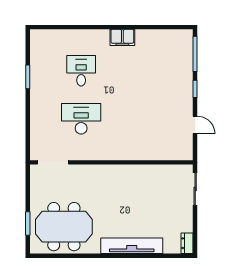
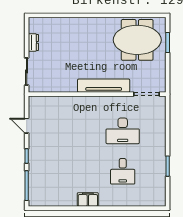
dresser: (187, 243) -> (33, 42), moved
tv unit: (132, 246) -> (104, 86), moved, turned 180

